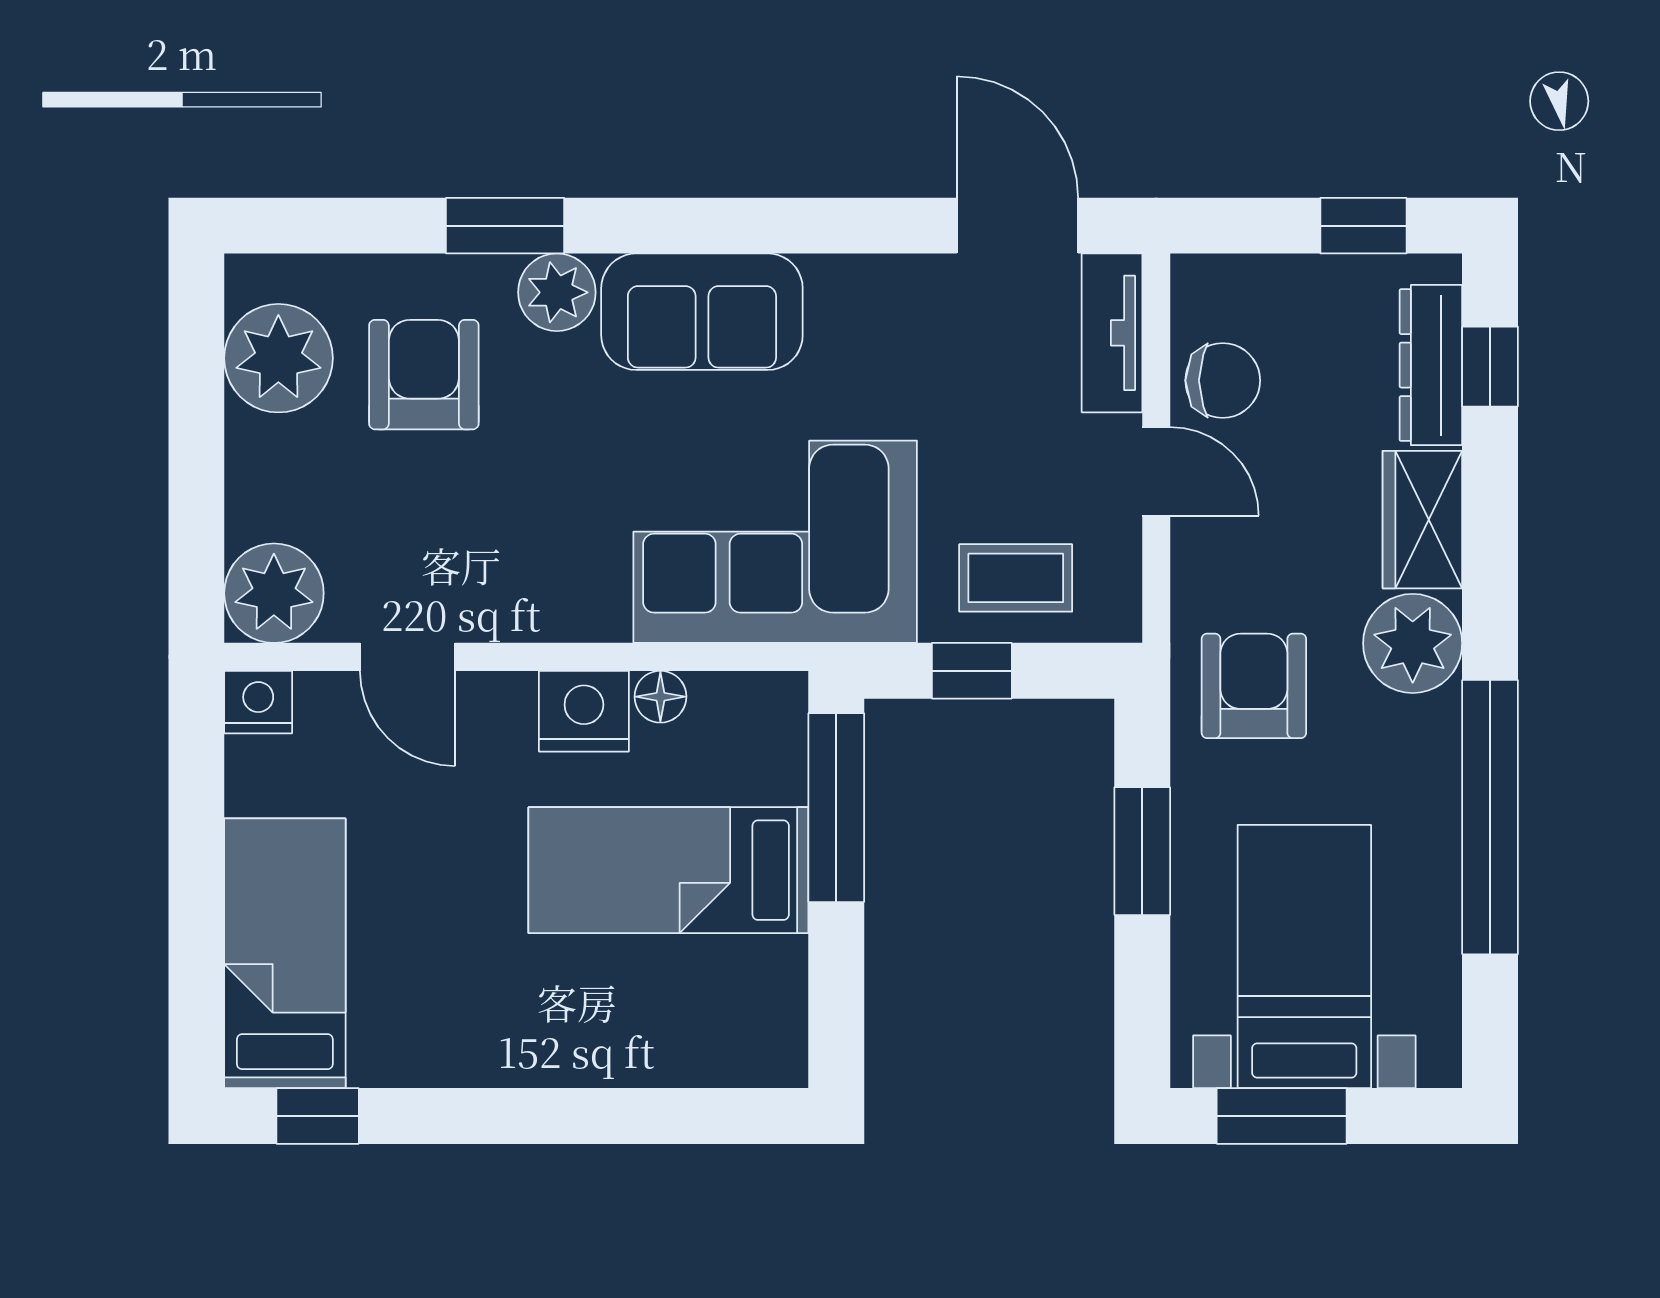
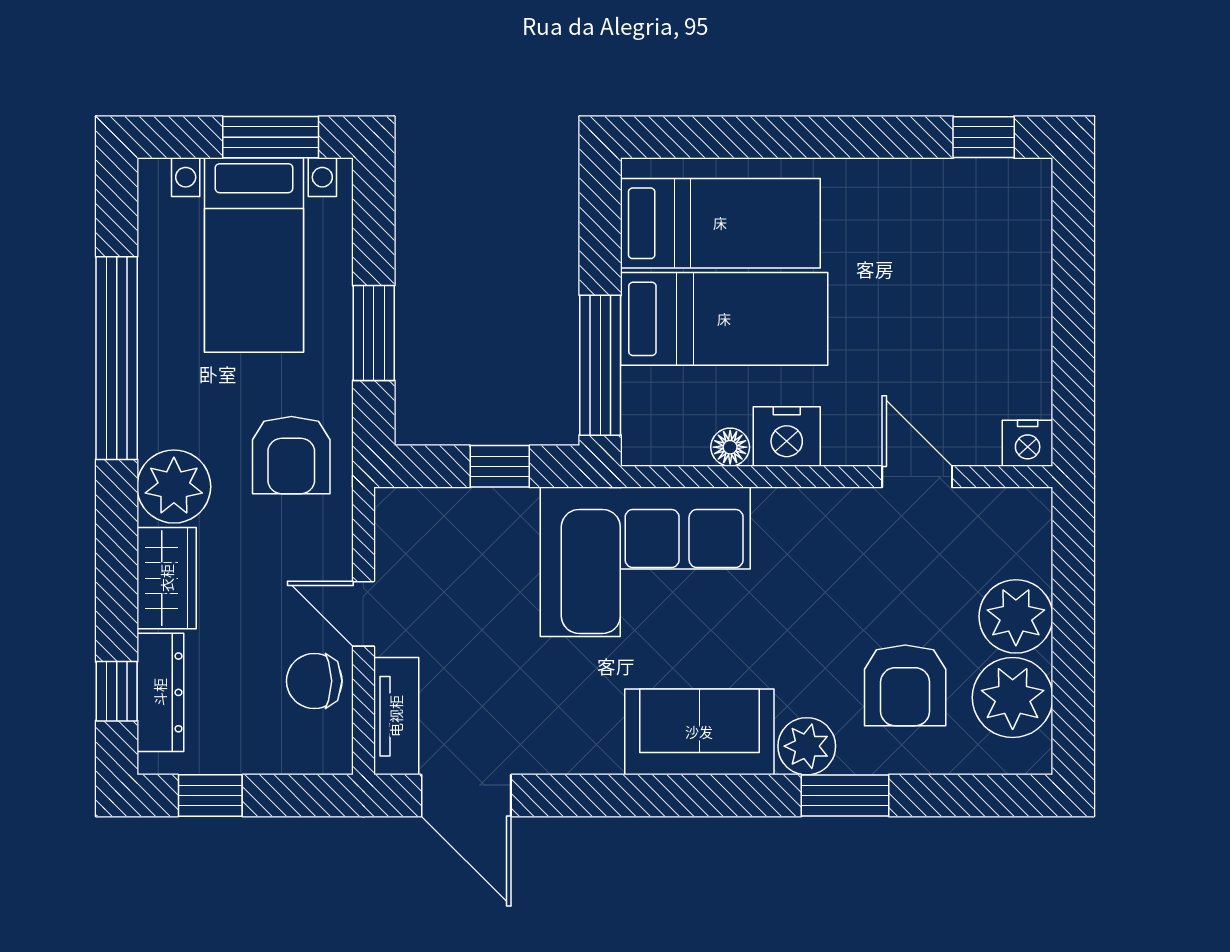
coffee table: (1016, 578) -> (467, 535), removed
plant: (274, 593) -> (1016, 616), moved
bed: (285, 953) -> (720, 223), moved, turned -90

